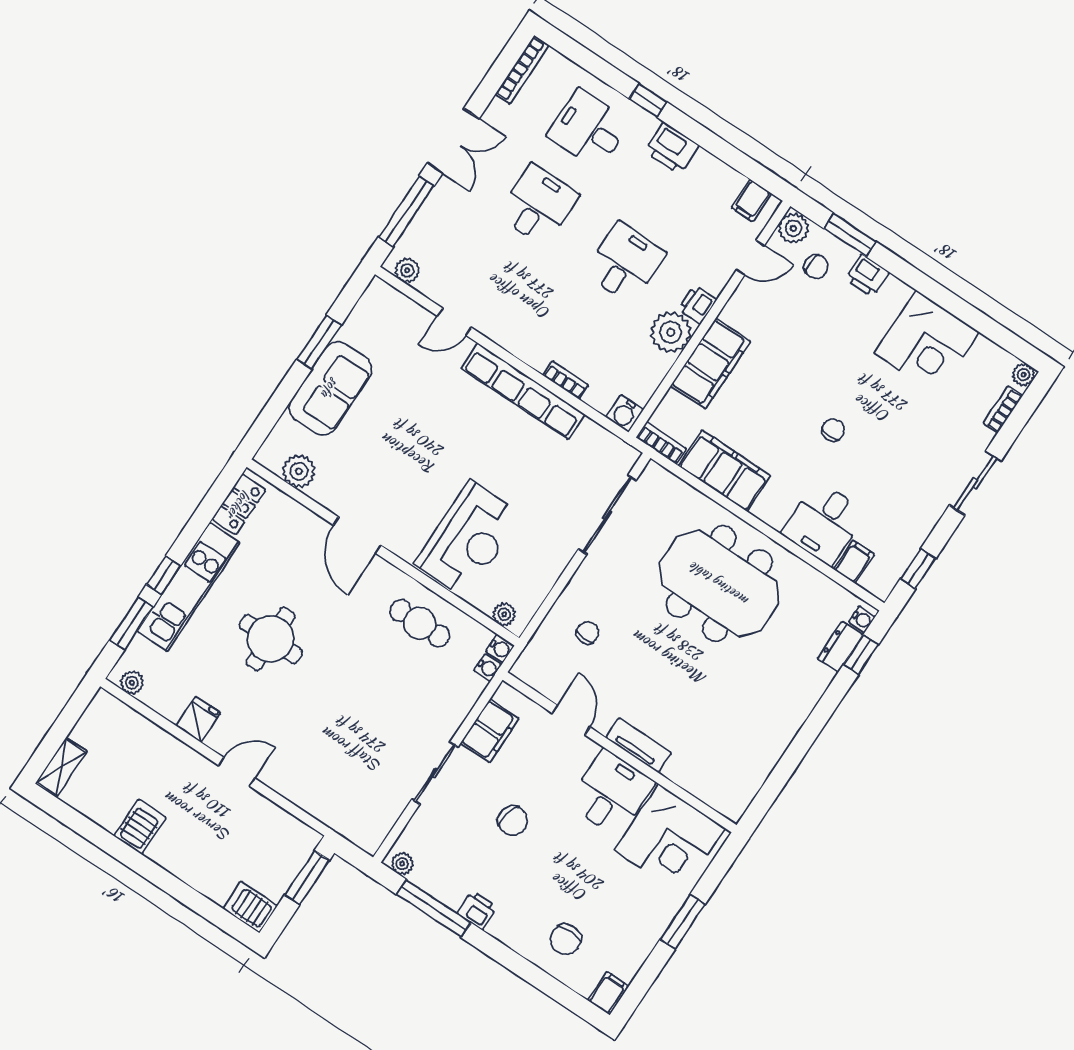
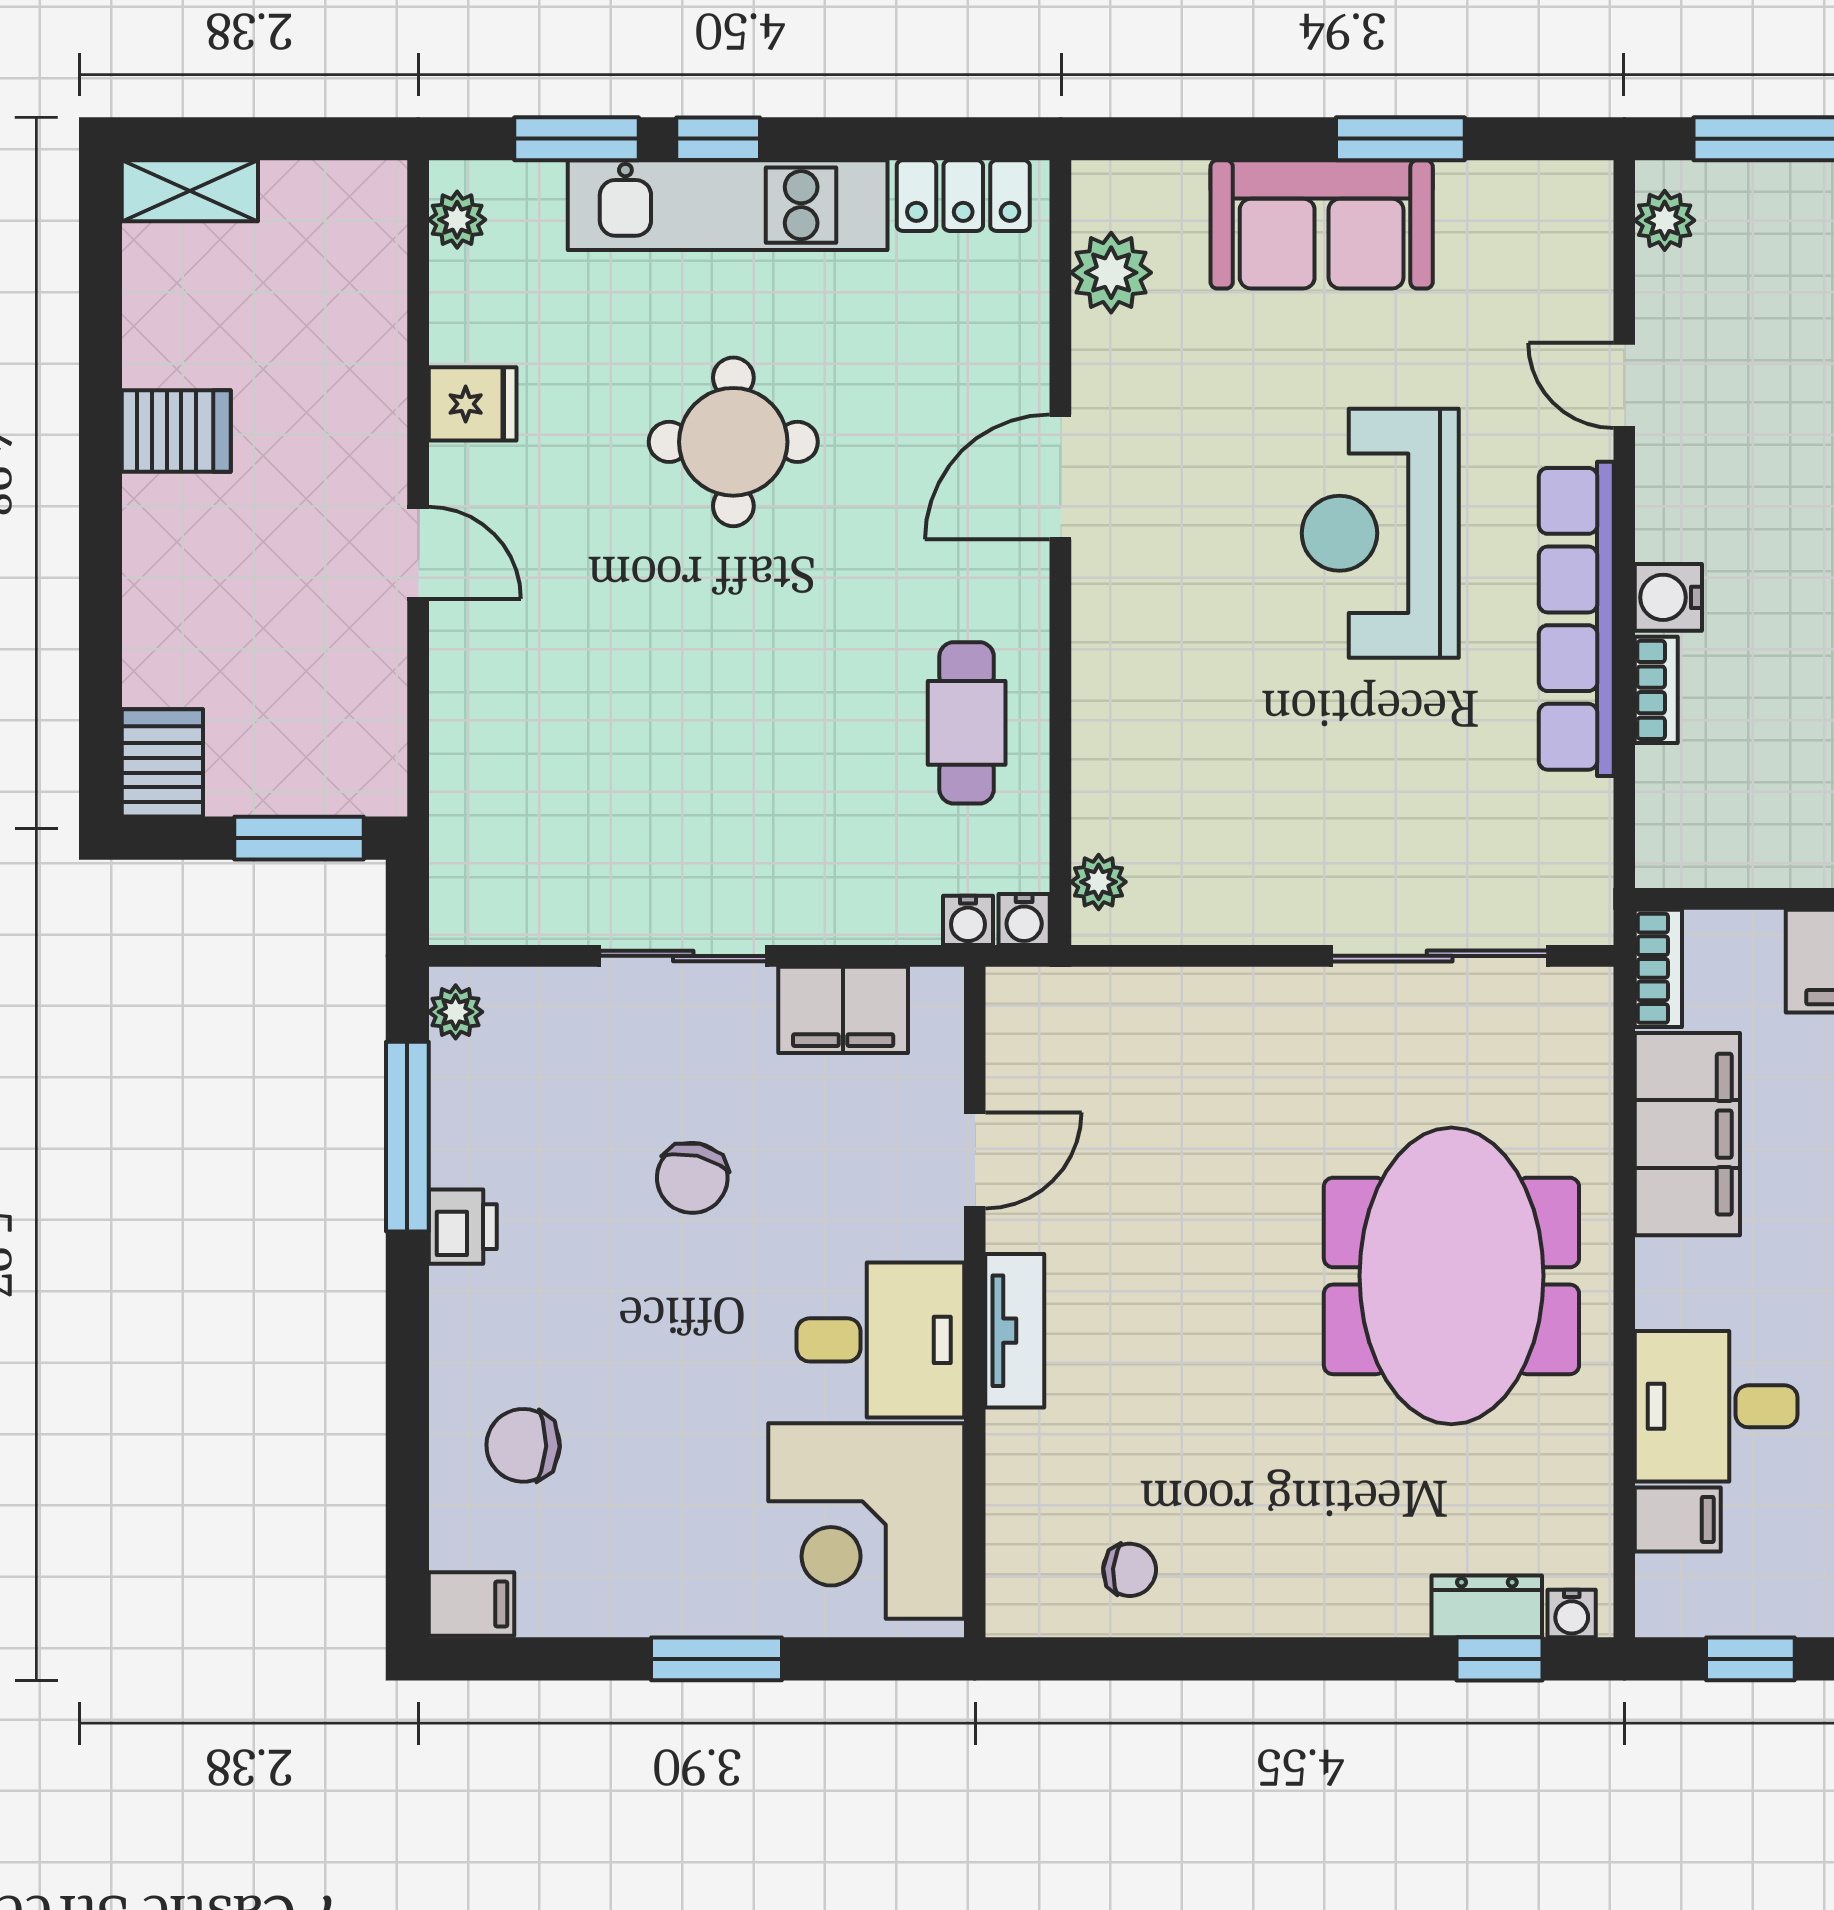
water cooler: (625, 414) -> (1668, 597), moved
reception desk: (468, 539) -> (1380, 533), moved, turned 90
chair: (588, 633) -> (1130, 1570), moved

